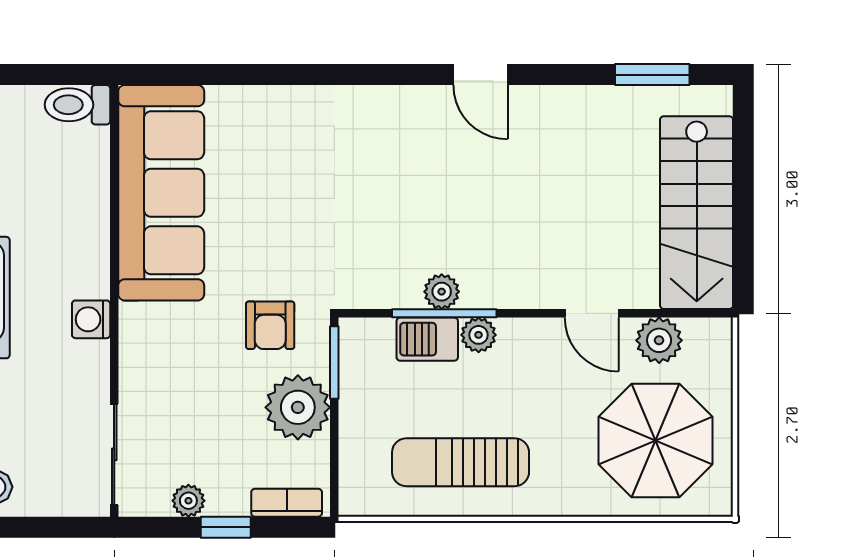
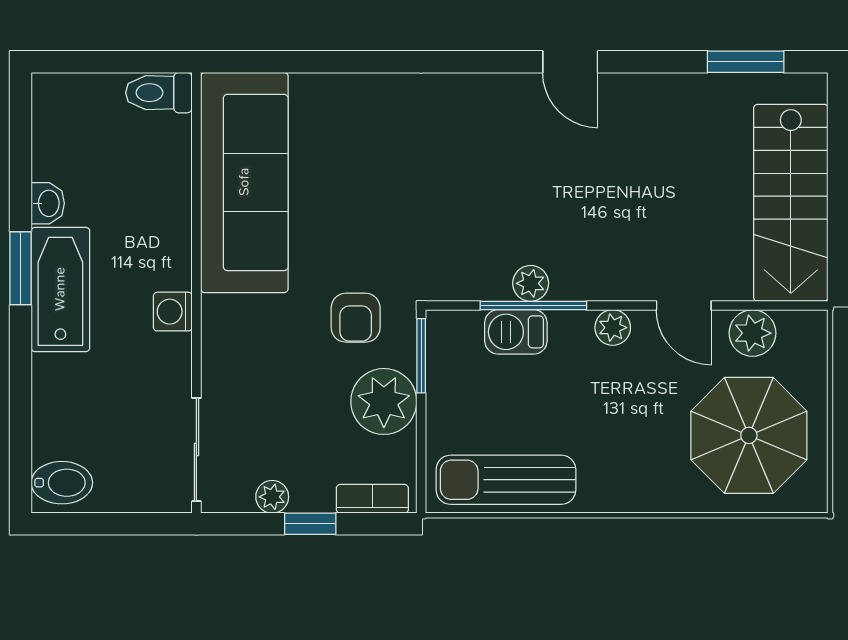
plant: (479, 335) -> (613, 328), moved
sun lounger: (461, 462) -> (506, 480), moved

